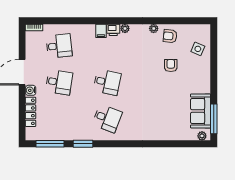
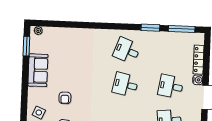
sofa: (201, 111) -> (38, 70), moved
window: (214, 119) -> (26, 46), width x0.69

